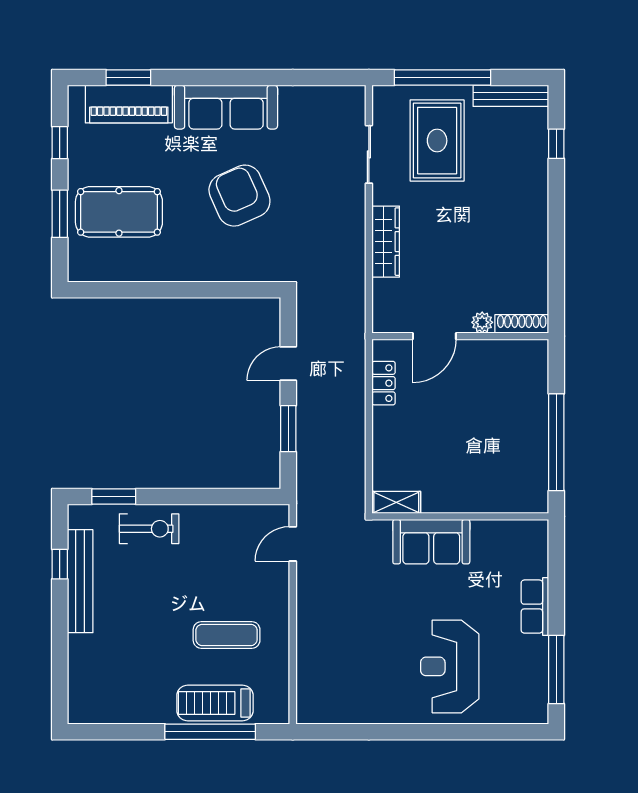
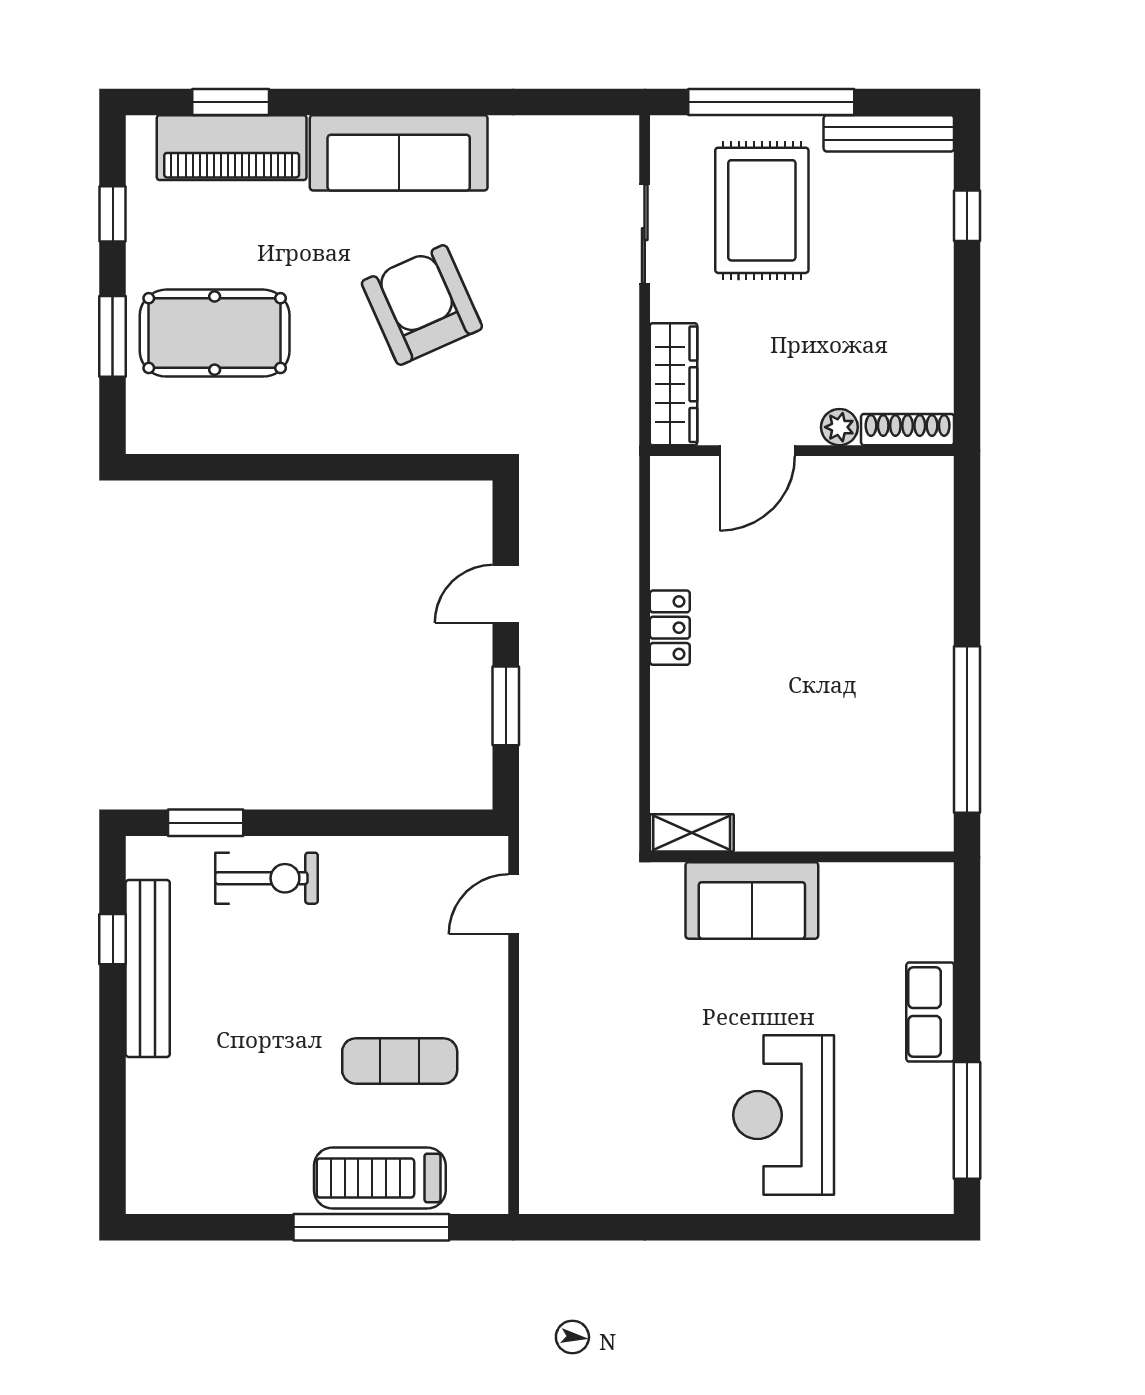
plant: (482, 322) -> (839, 427), moved
shoe rack: (522, 324) -> (908, 430), moved
door: (434, 336) -> (757, 451), moved
wall: (460, 336) -> (802, 451), moved

